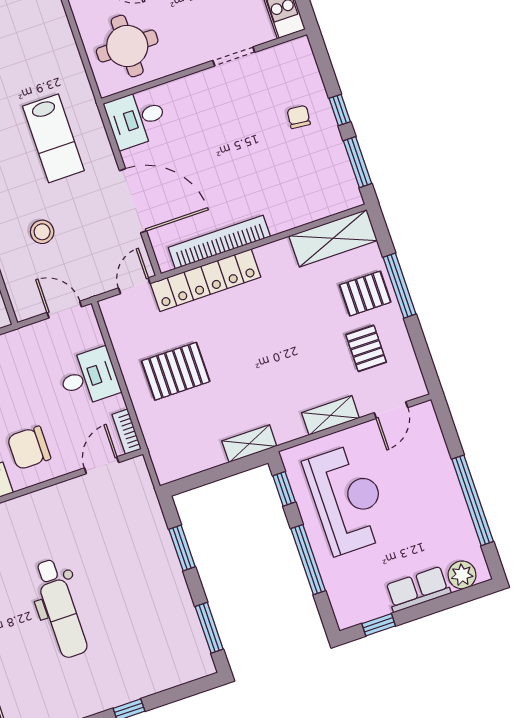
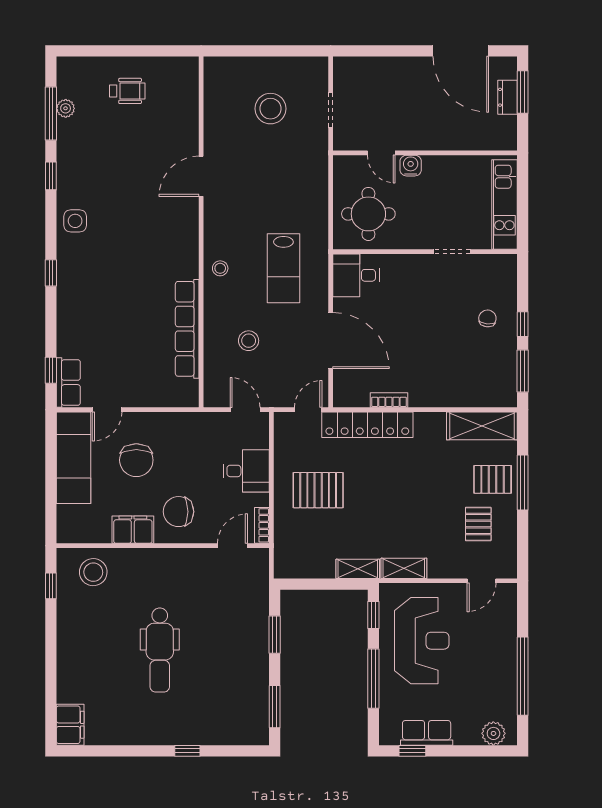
bookcase: (219, 242) -> (389, 400), width x0.43, depth x0.76
shelving: (330, 415) -> (404, 568), moved
row of seats: (418, 589) -> (427, 733), moved

